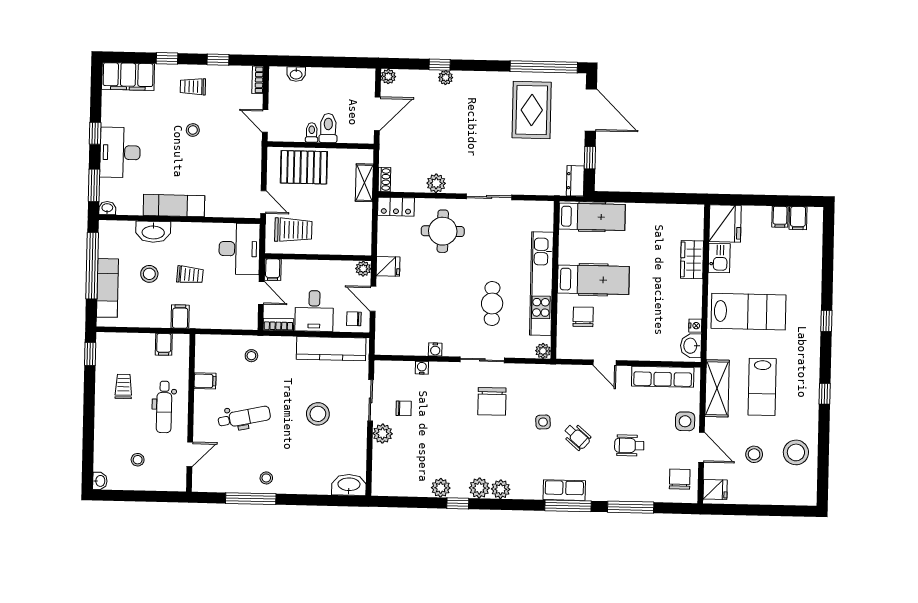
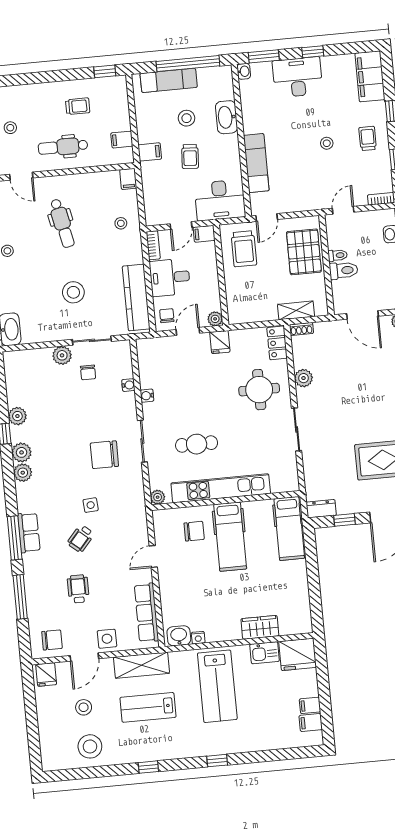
exam couch: (174, 206) -> (256, 163), moved
filing cabinet: (205, 381) -> (128, 179), moved

